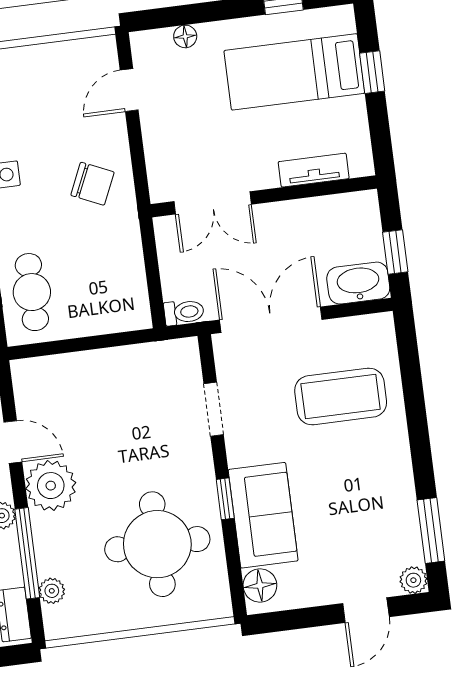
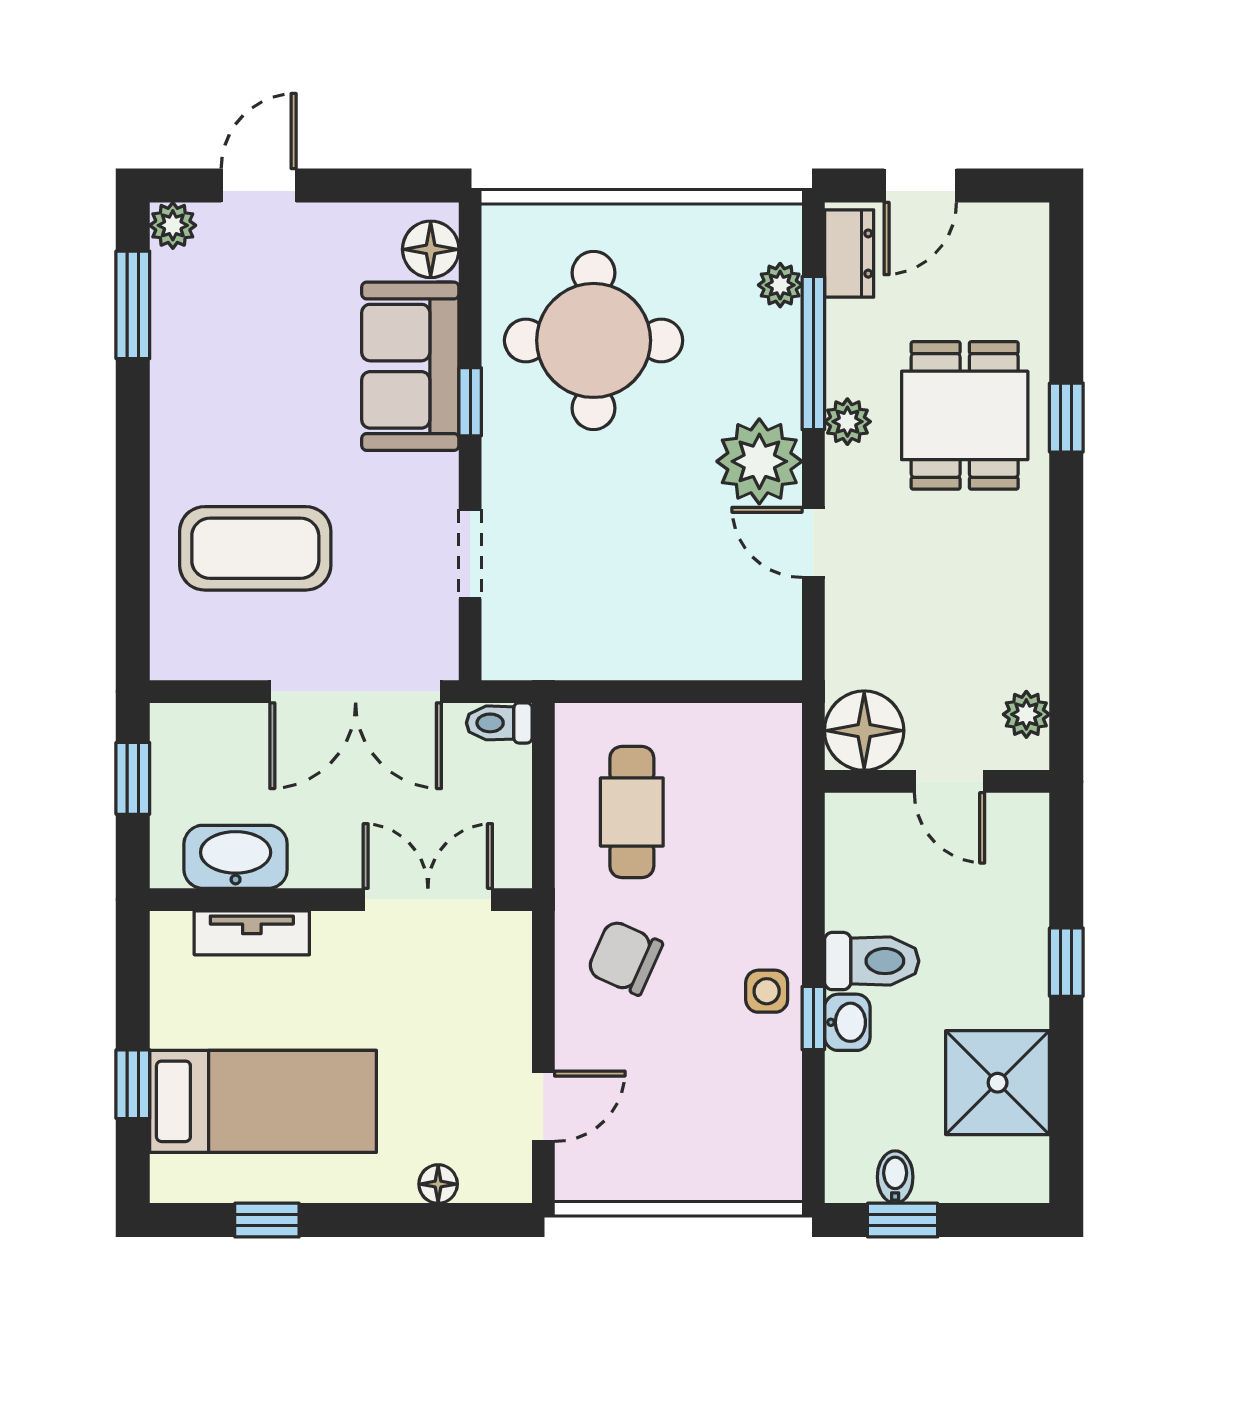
washbasin: (358, 283) -> (236, 857), moved, turned 180
cafe table: (32, 292) -> (632, 812), moved

